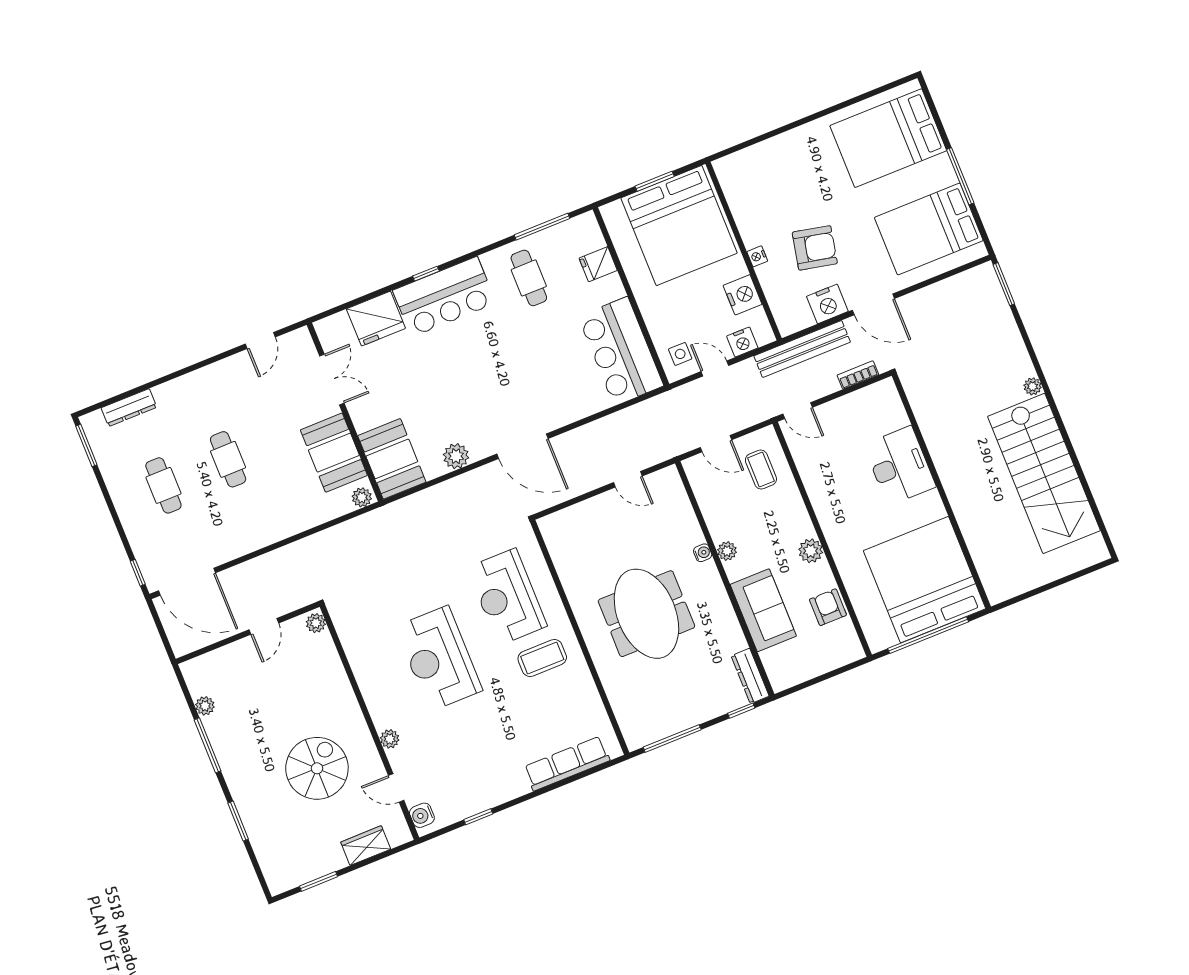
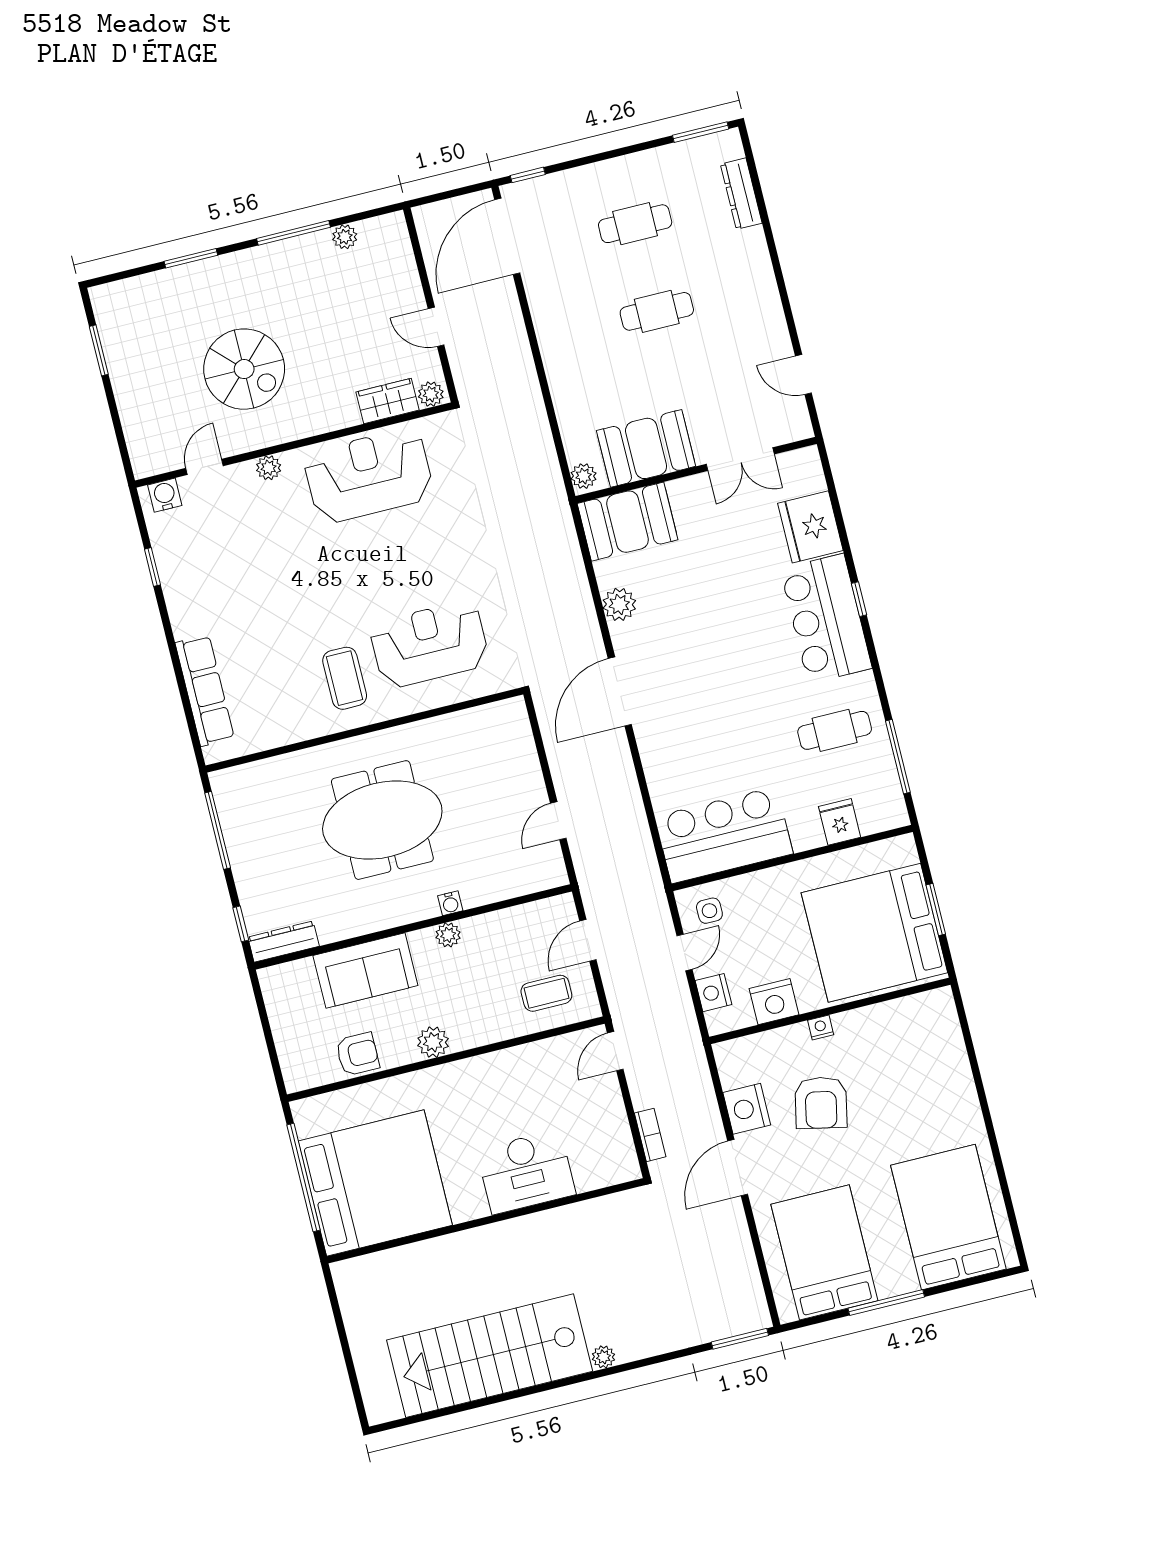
bench: (802, 349) -> (694, 1068), removed
reception desk: (439, 659) -> (369, 476), moved
wardrobe: (366, 846) -> (388, 401), moved, turned -90

